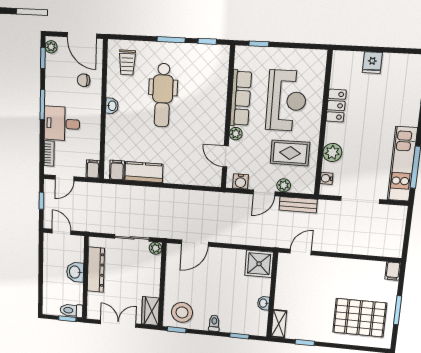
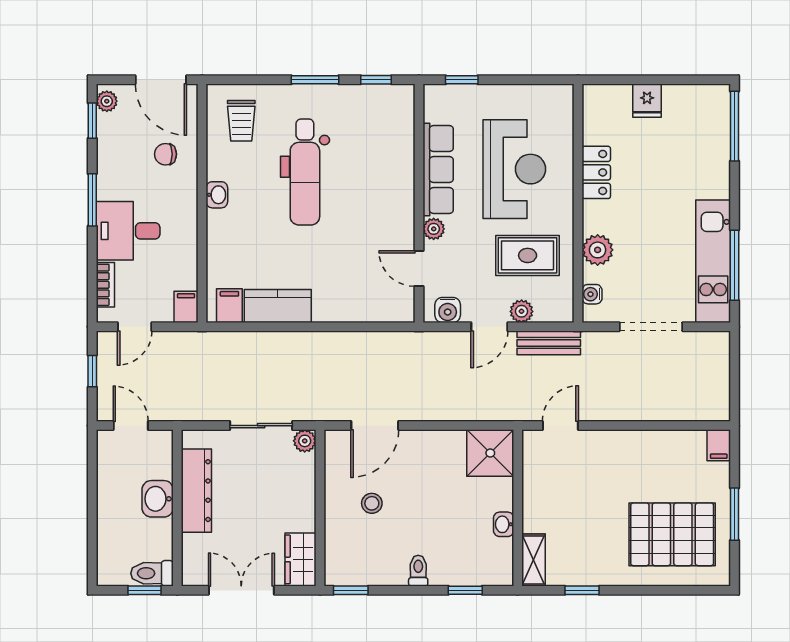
stool: (182, 312) -> (372, 503), moved, width x0.53, depth x0.53

